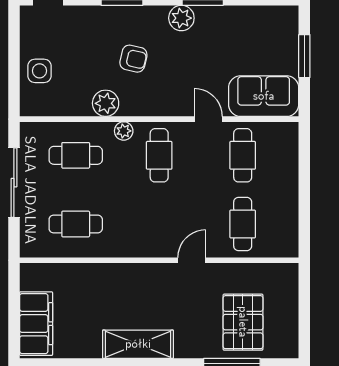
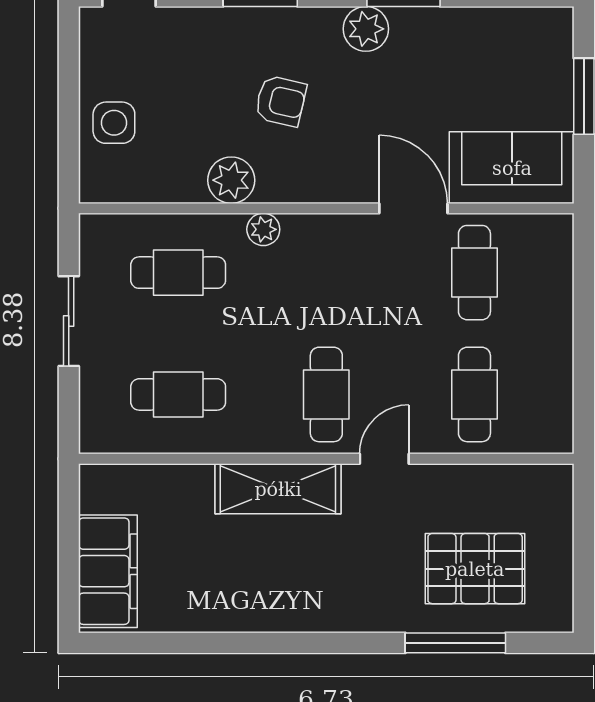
door: (208, 119) -> (413, 208), width x1.38
cafe table: (159, 155) -> (326, 394), moved
sliding door: (14, 183) -> (69, 321), width x0.73
pallet: (243, 322) -> (475, 569), turned 90
shelving: (138, 344) -> (278, 489), moved

